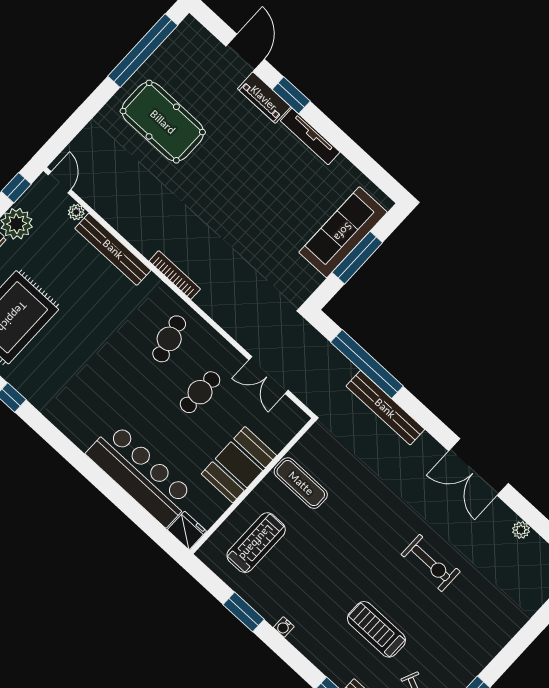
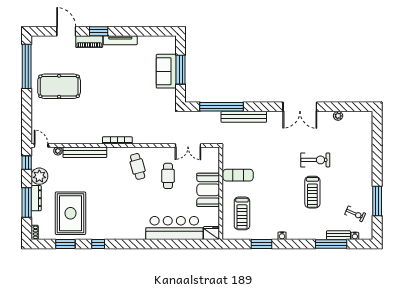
sofa: (343, 232) -> (166, 71), width x0.73
treadmill: (256, 543) -> (242, 213), turned 180
treadmill: (376, 629) -> (312, 192), moved, turned -90

